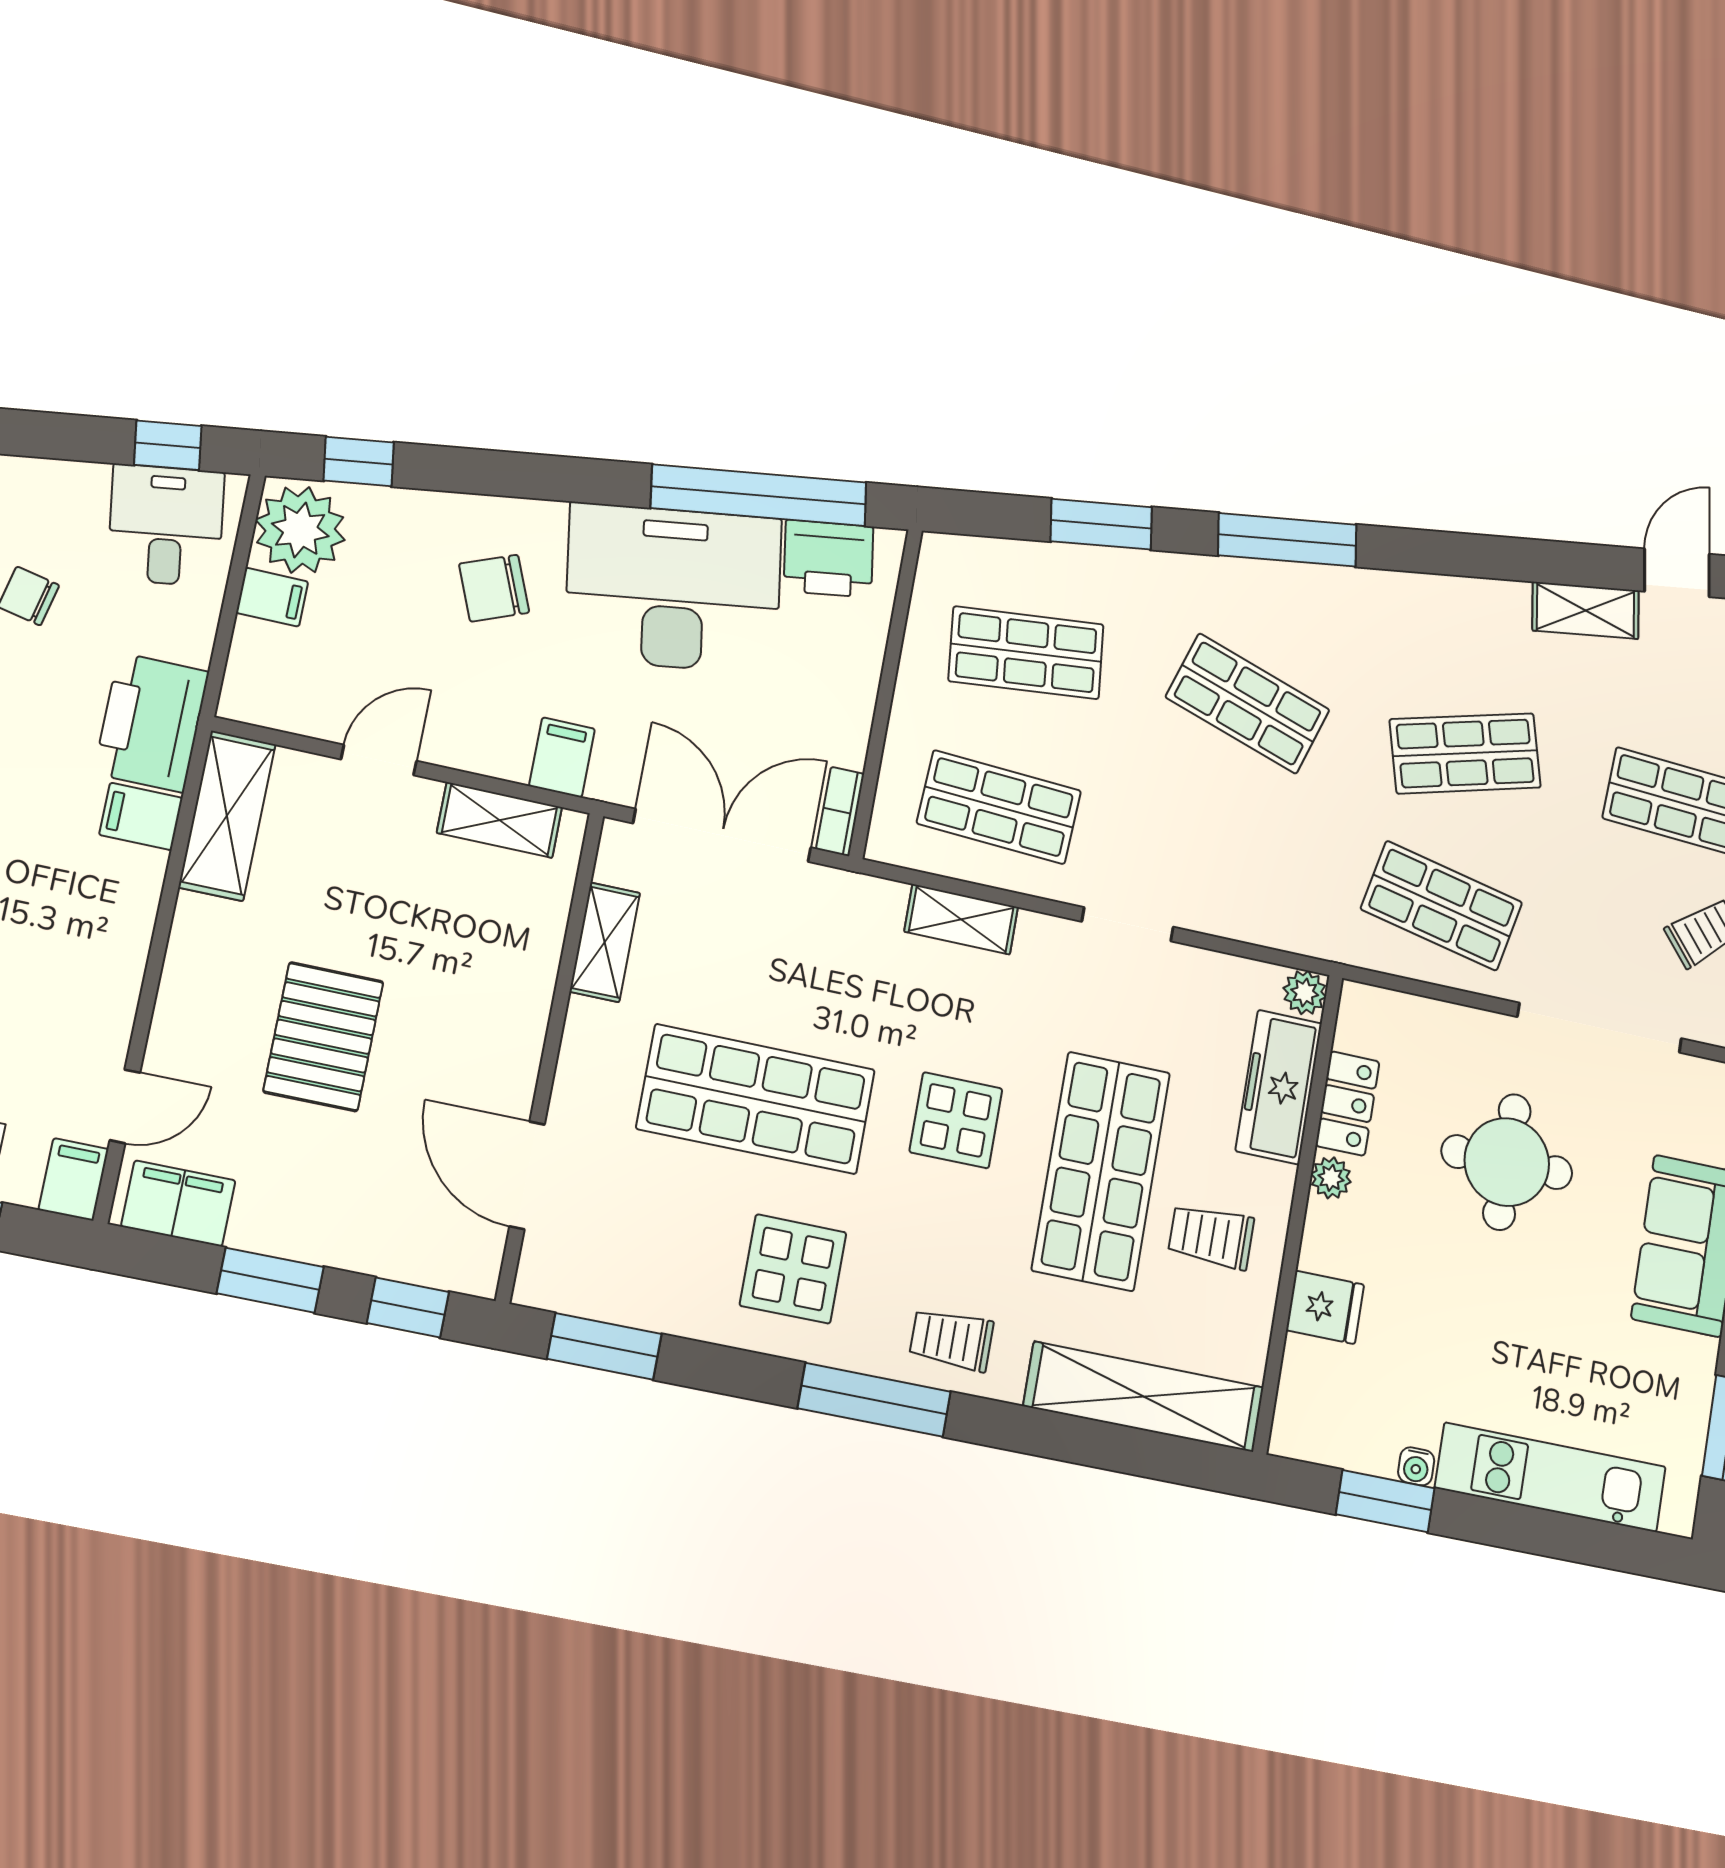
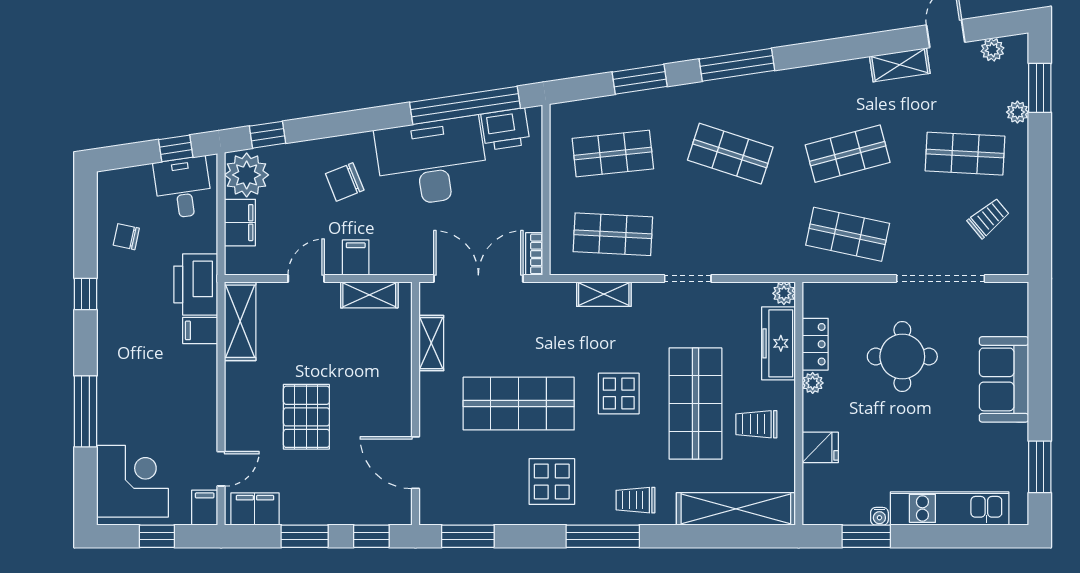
filing cabinet: (272, 597) -> (240, 223), width x2.00
filing cabinet: (562, 757) -> (356, 258), moved

